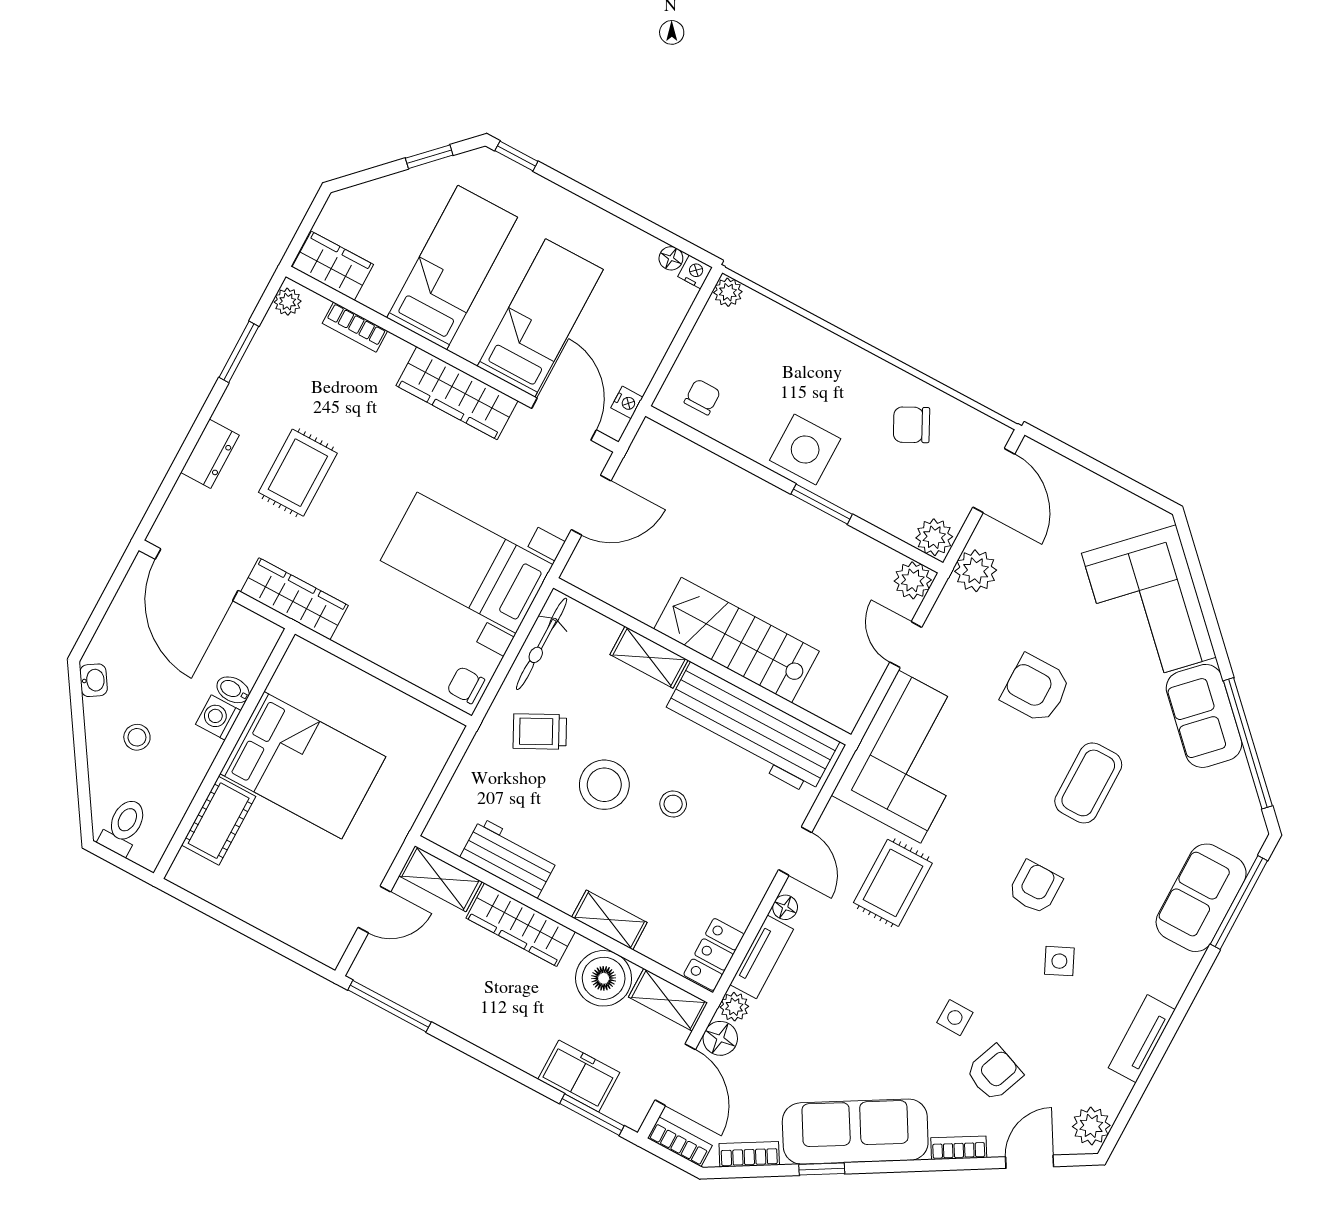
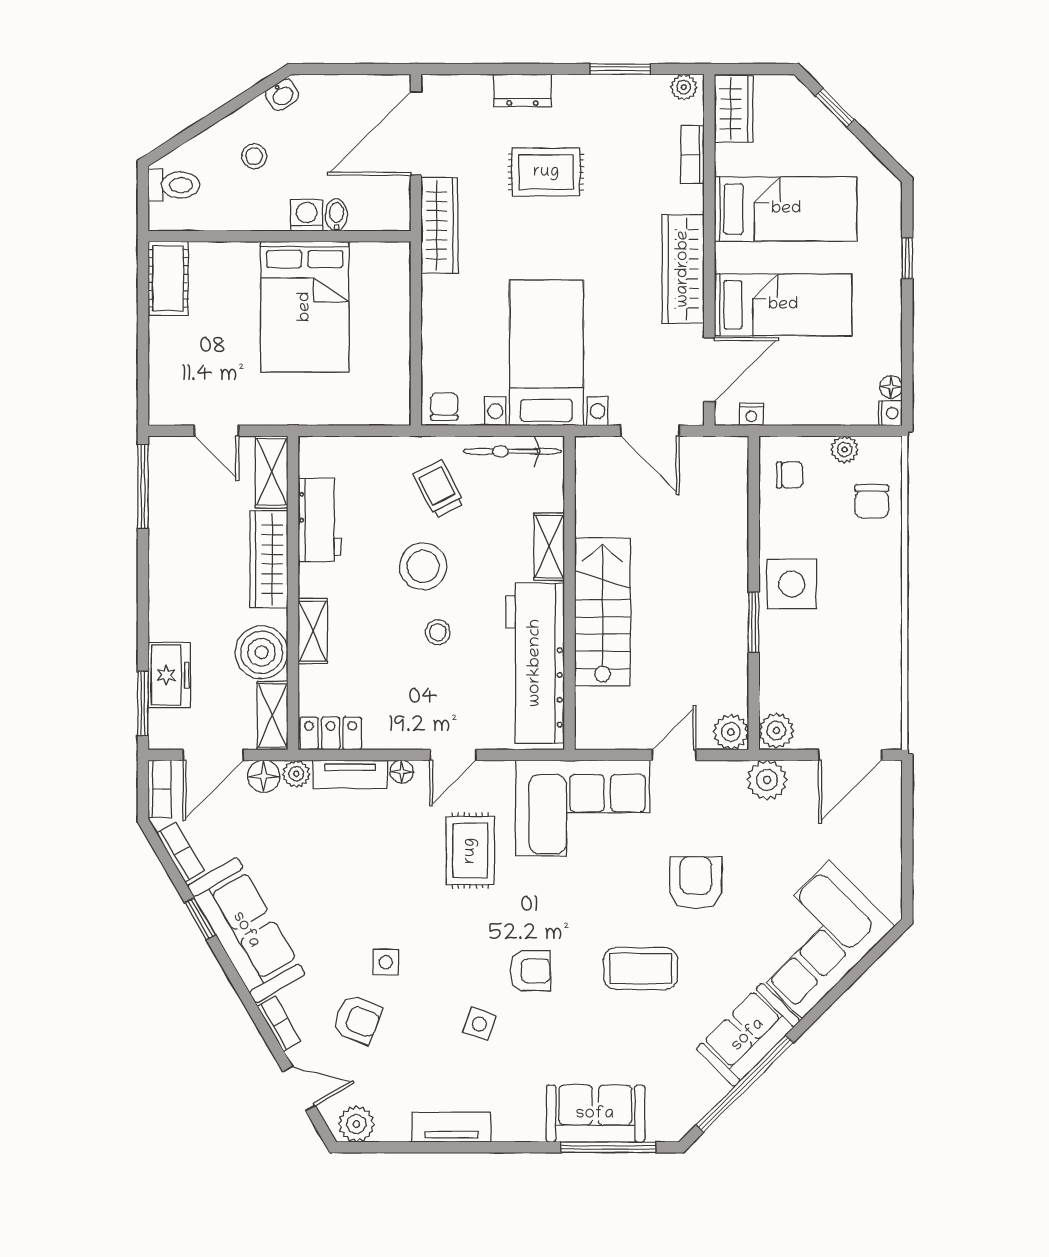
window: (516, 156) -> (907, 258), moved
window: (429, 157) -> (835, 108), moved
plant: (728, 292) -> (845, 449), moved
chair: (912, 425) -> (872, 501), moved, turned -153
cot: (219, 821) -> (168, 278), moved, turned 90
rug: (893, 883) -> (470, 851), turned 90
side table: (1059, 961) -> (479, 1024), turned 45

